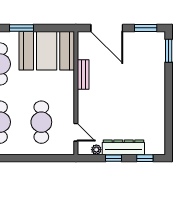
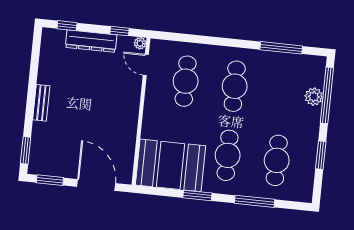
bench: (83, 74) -> (41, 103), moved
plant: (96, 150) -> (140, 43), moved
window: (114, 158) -> (119, 31), moved

